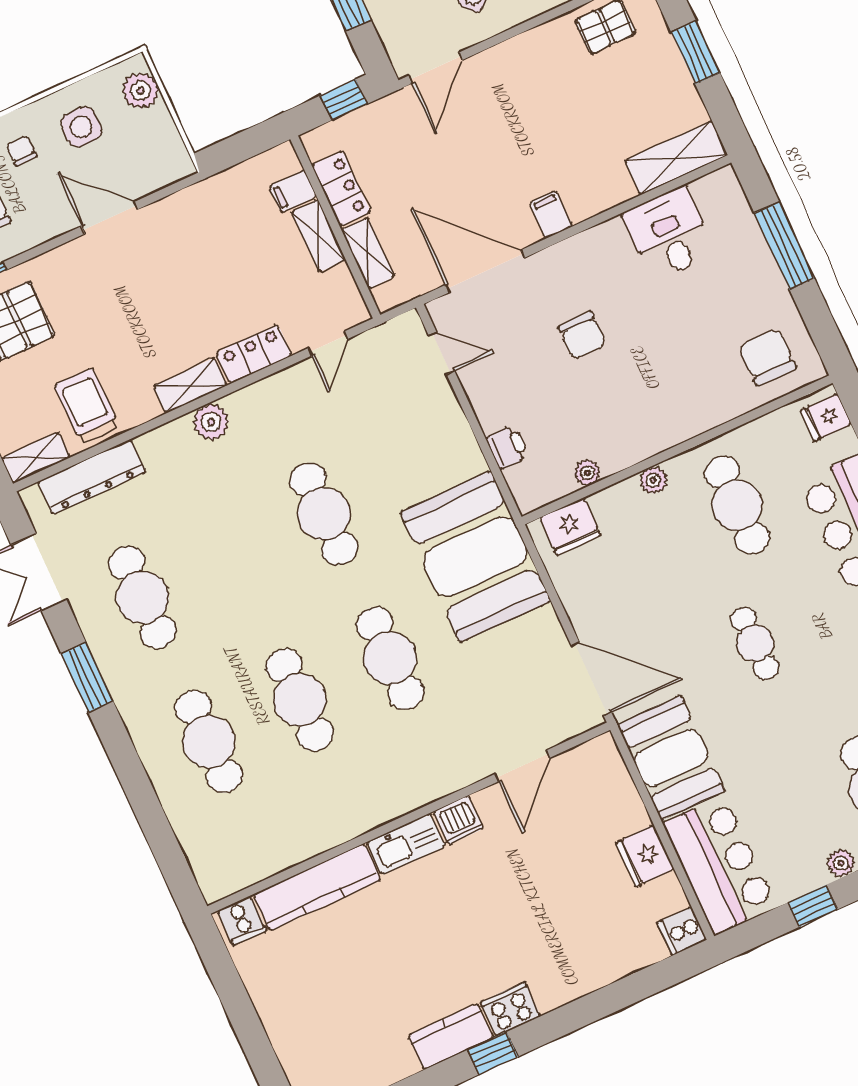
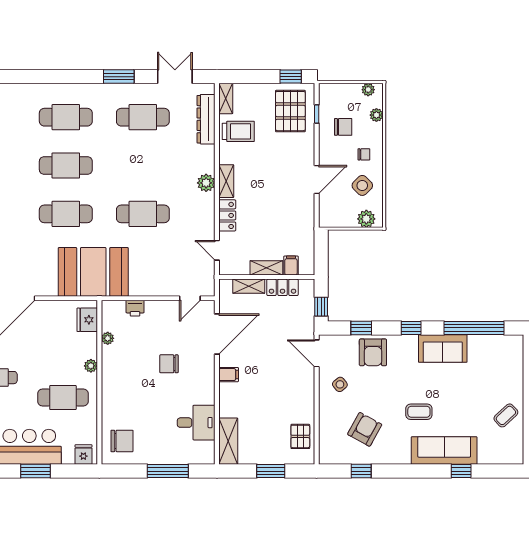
side table: (81, 127) -> (362, 185), turned 45

